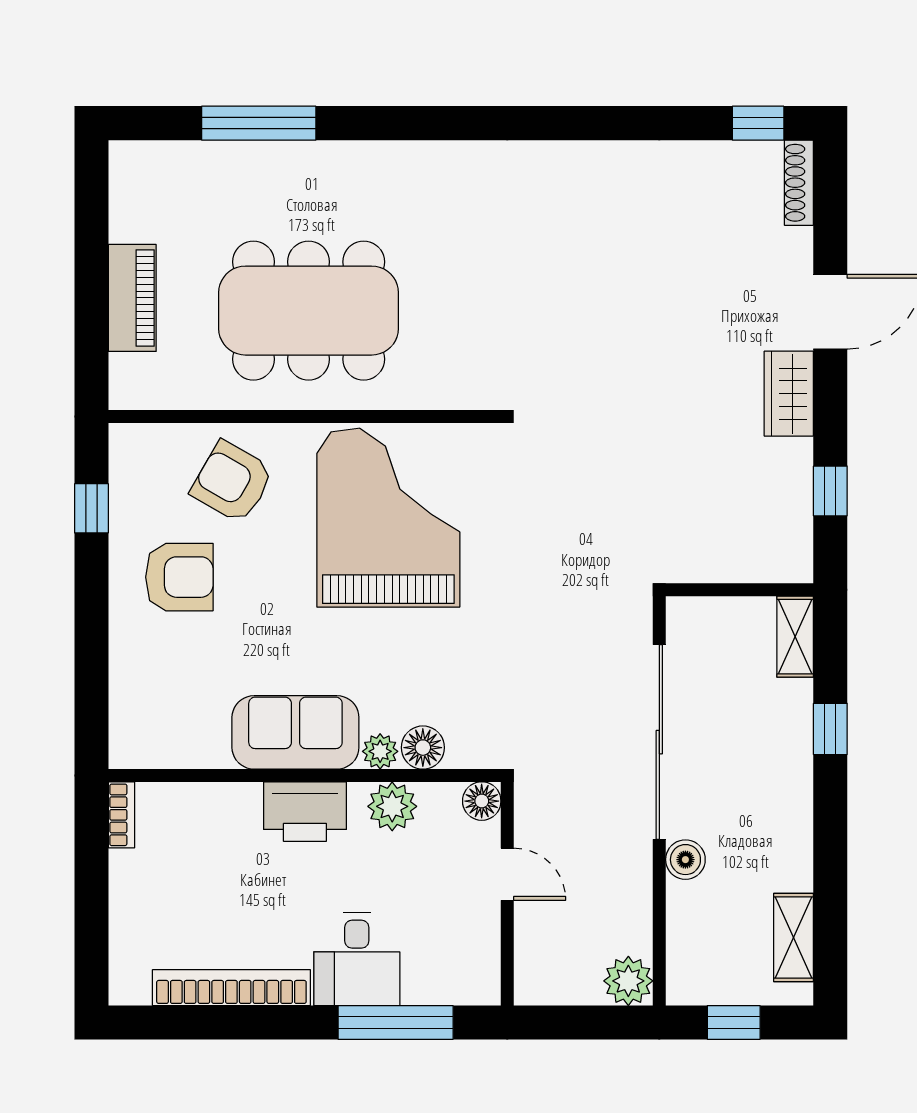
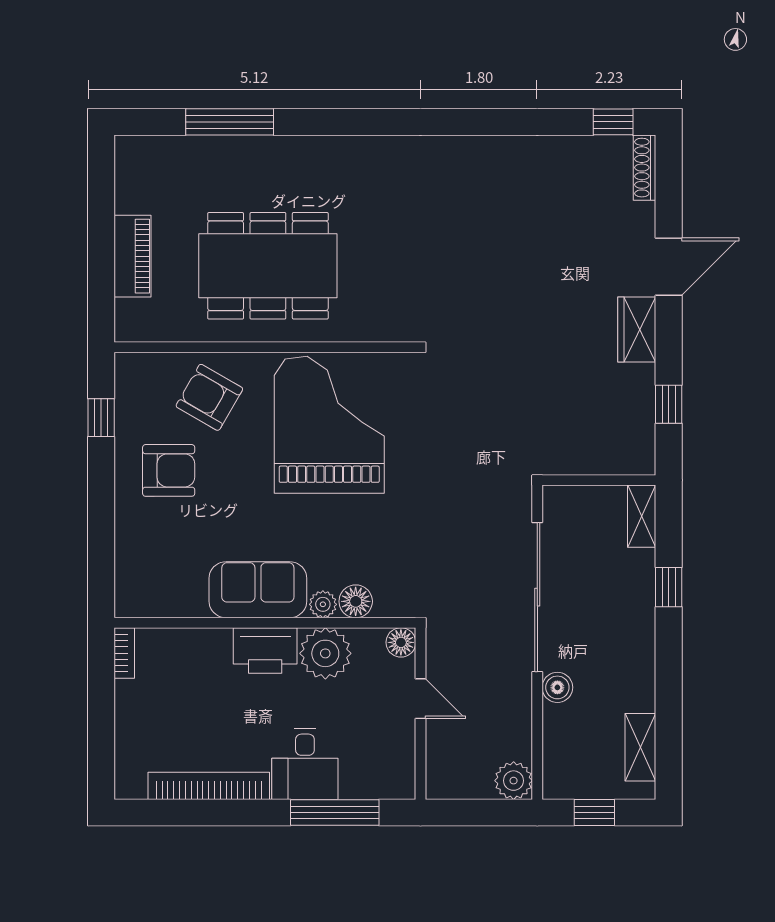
plant: (392, 806) -> (325, 653), width x1.36, depth x1.36

